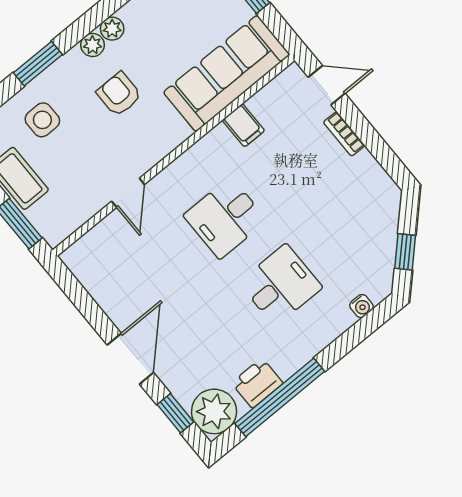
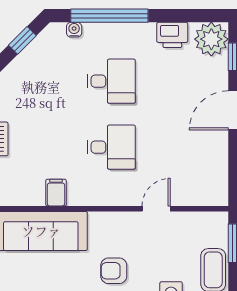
armchair: (119, 94) -> (114, 271), turned 90
desk: (280, 285) -> (111, 81), turned 180
window: (280, 397) -> (109, 16), moved

